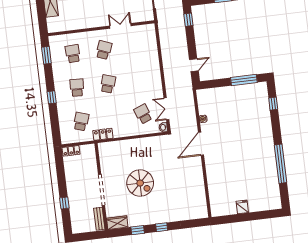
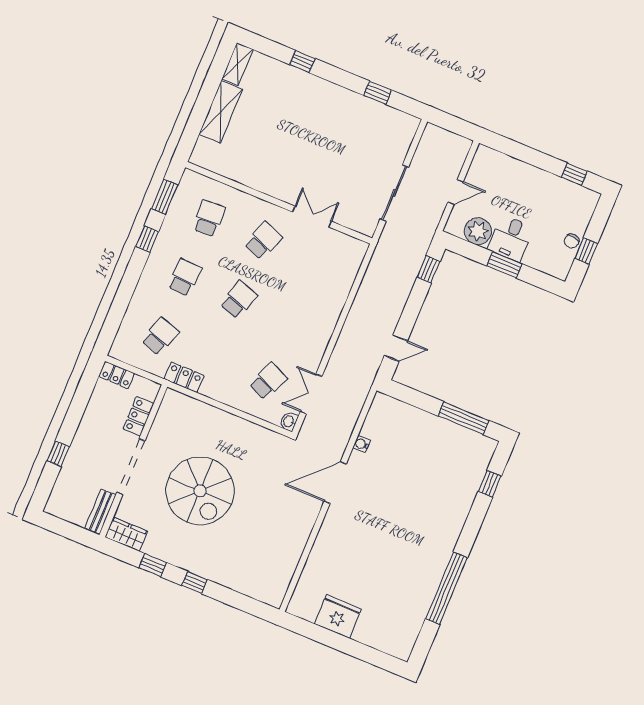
window: (52, 97) -> (147, 239), moved
school desk: (143, 114) -> (268, 381), turned 45
locker: (92, 164) -> (139, 416), added
spiral stairs: (140, 183) -> (200, 491), width x1.37, depth x1.37
fridge: (242, 207) -> (338, 616), width x1.88, depth x1.34

